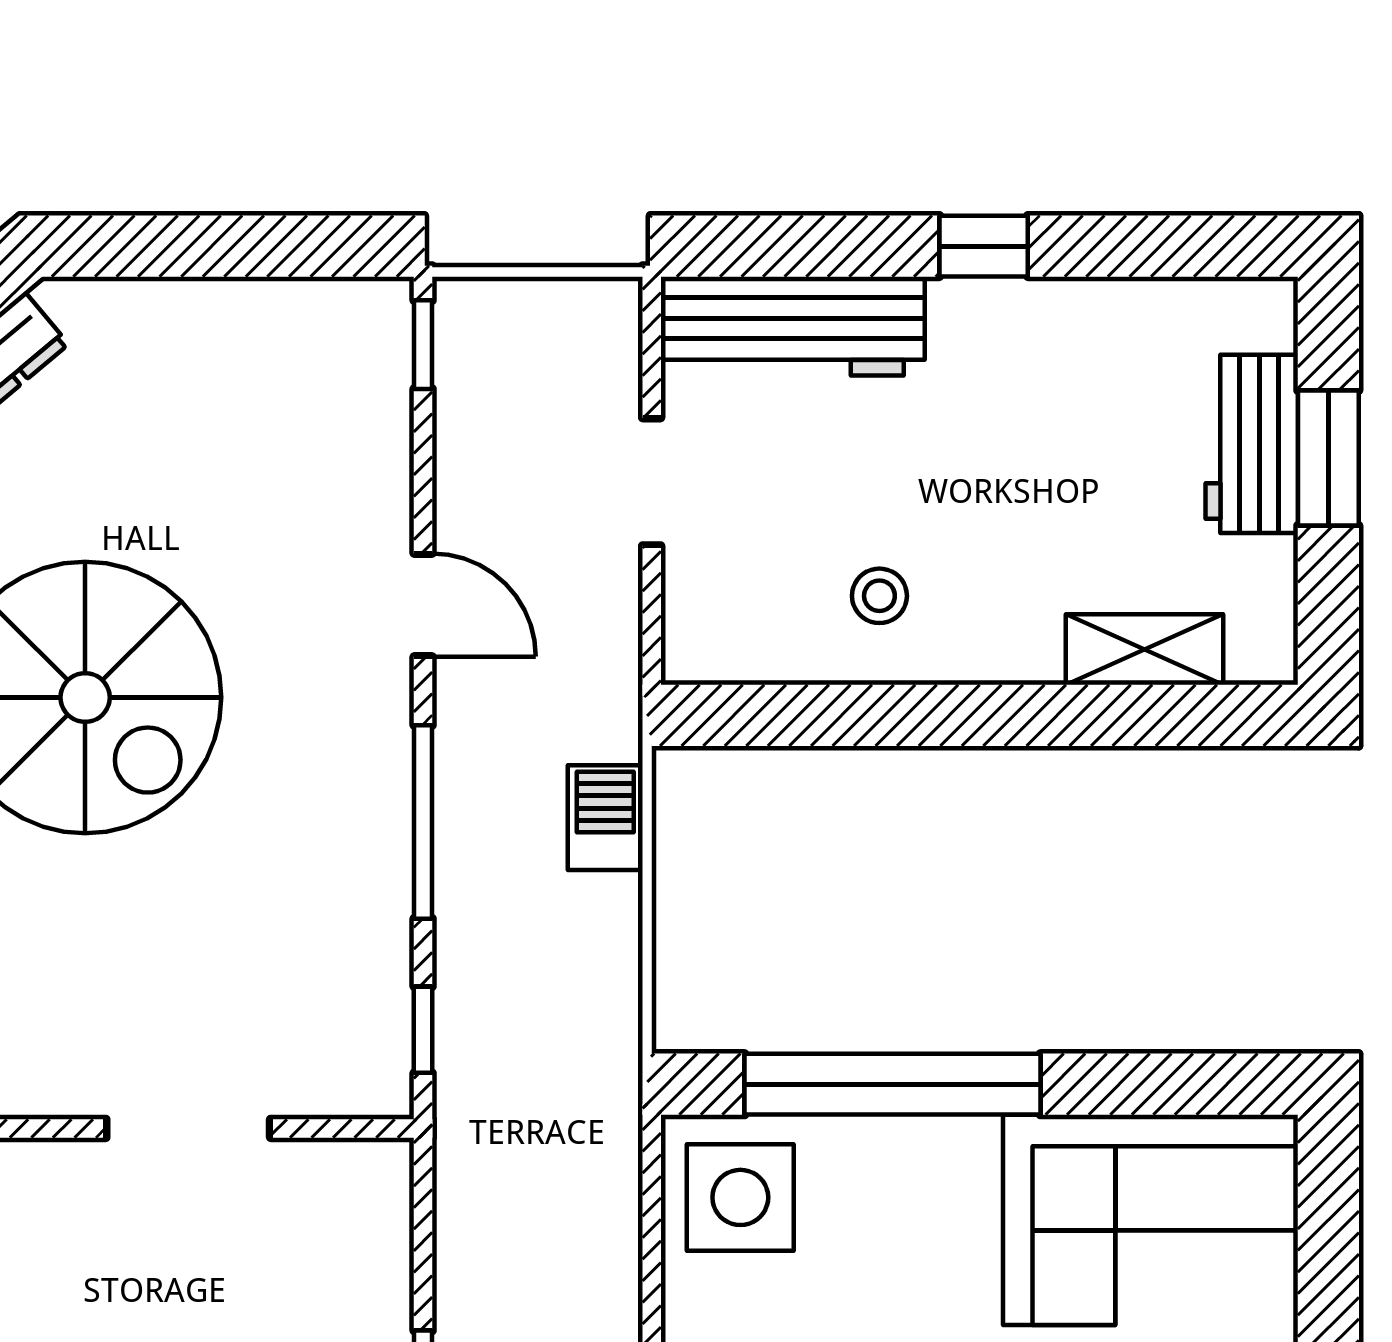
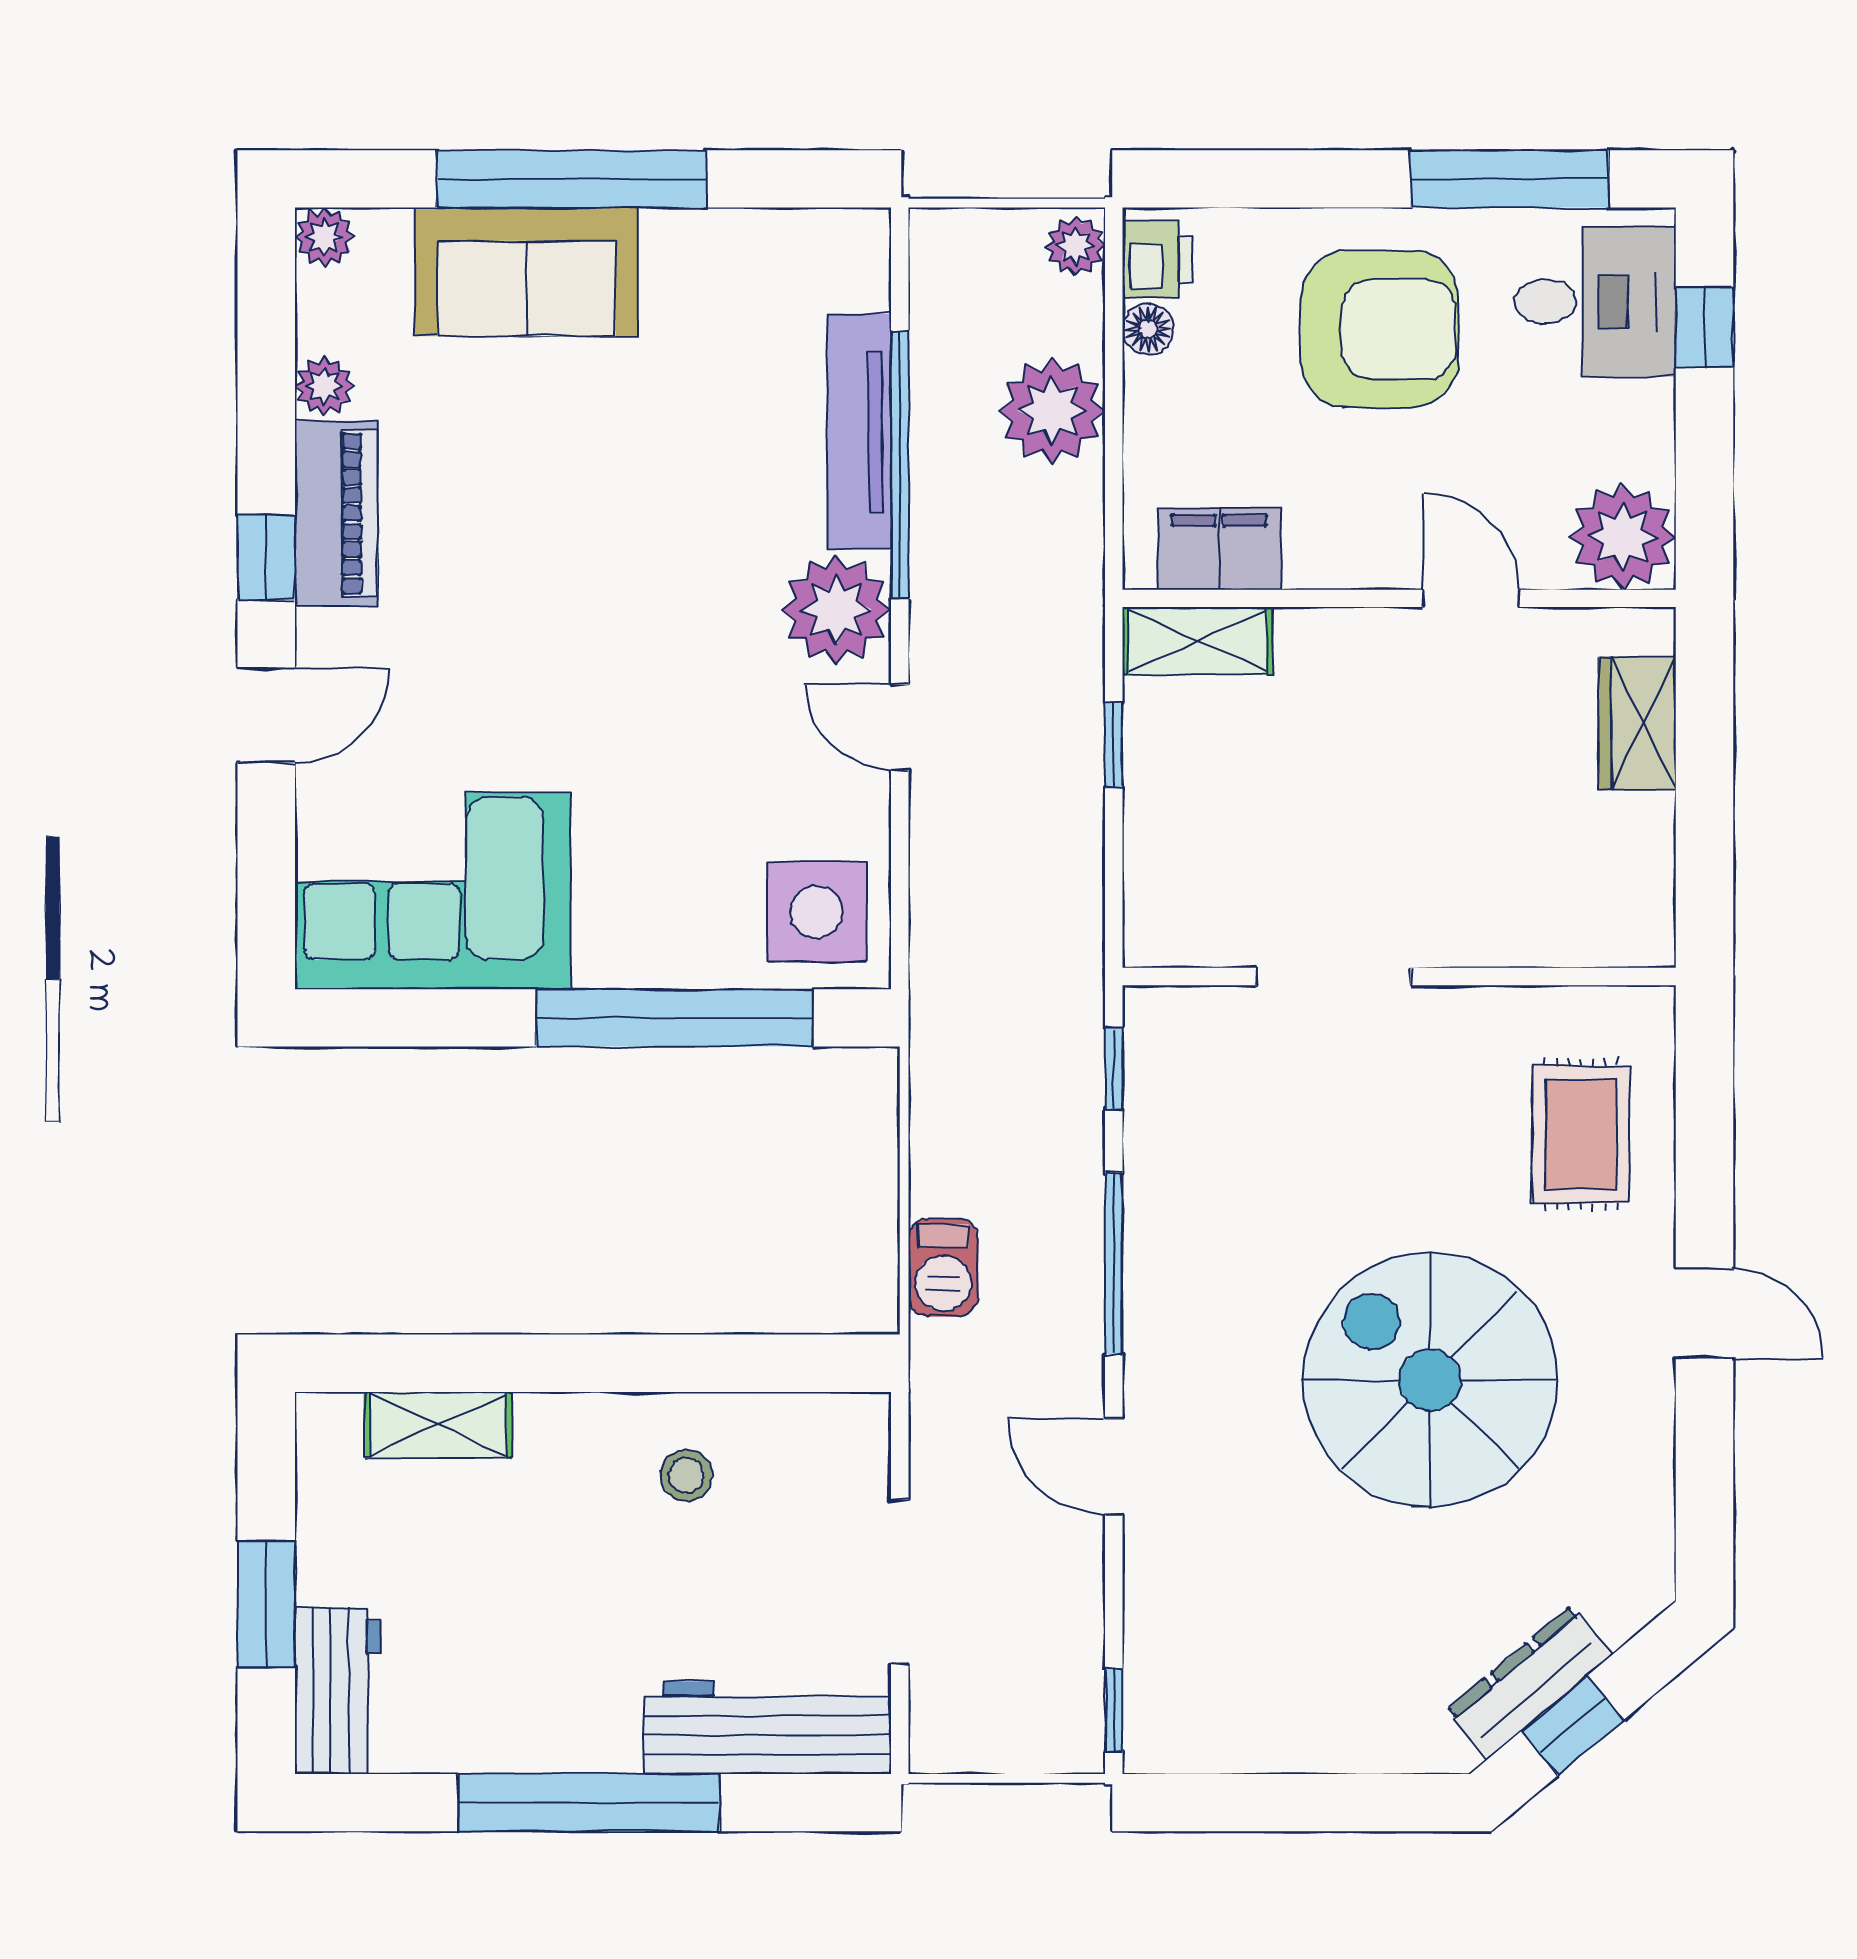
window: (984, 246) -> (589, 1803), width x3.17
workbench: (1252, 444) -> (338, 1691), moved
doorway: (652, 482) -> (900, 1582), width x1.38

